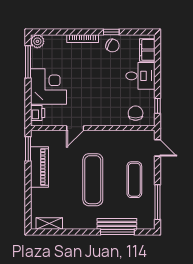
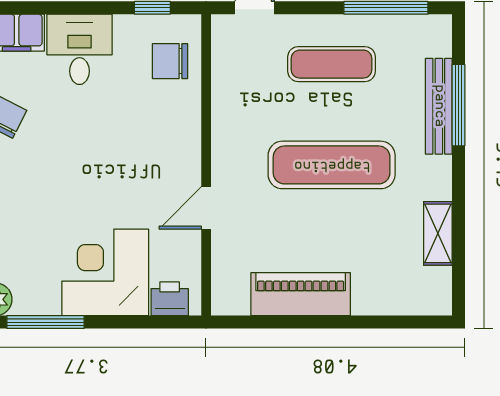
door: (75, 128) -> (206, 208), swing flipped
window: (28, 149) -> (257, 322), removed
shelving: (49, 223) -> (438, 233), moved

